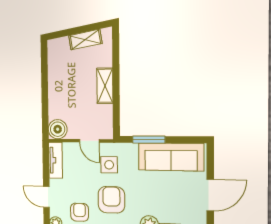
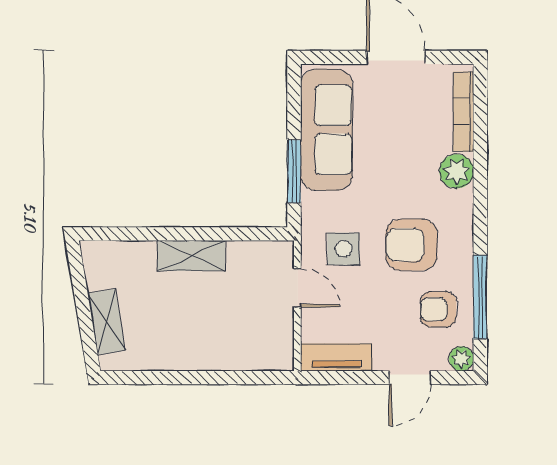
shelving: (85, 40) -> (106, 322), moved
boiler: (58, 129) -> (275, 352), removed
door: (89, 141) -> (297, 288), hinge flipped

